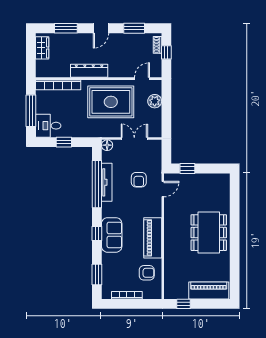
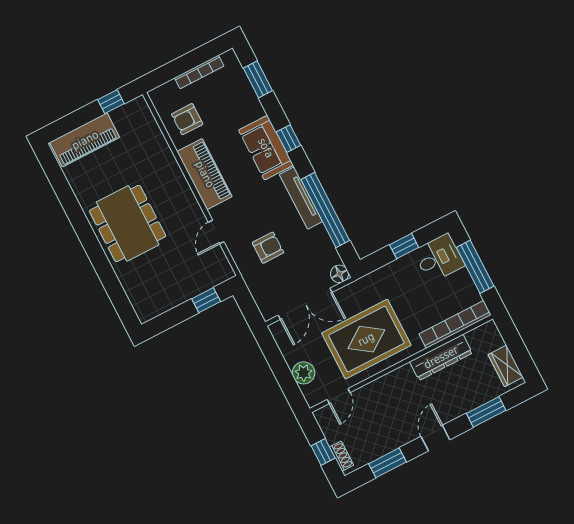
dresser: (89, 71) -> (441, 357), moved
double door: (134, 139) -> (305, 304), width x1.37
armchair: (139, 180) -> (268, 248), turned 90
tv unit: (107, 182) -> (301, 198), moved
door: (163, 189) -> (216, 232), moved

